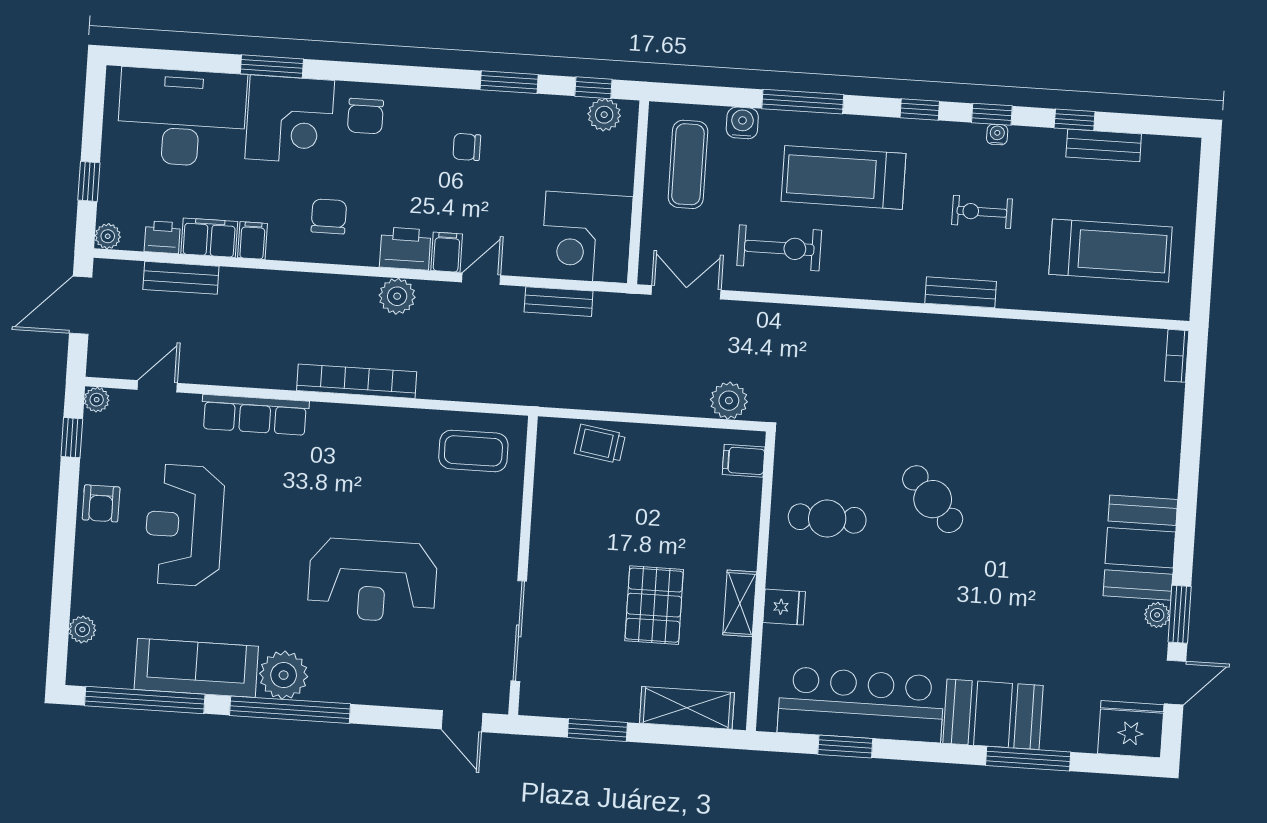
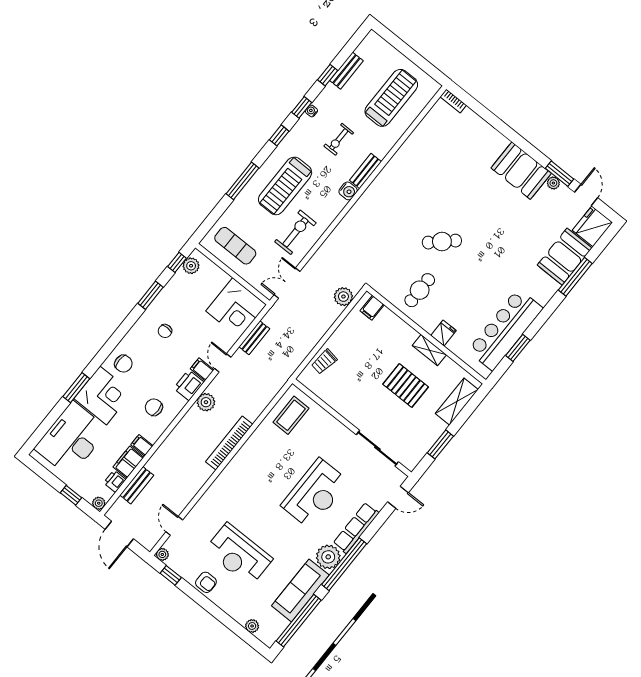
water cooler: (742, 123) -> (348, 191), moved, turned 180
row of seats: (255, 415) -> (356, 528), moved, turned 180
booth: (993, 714) -> (565, 257), moved

